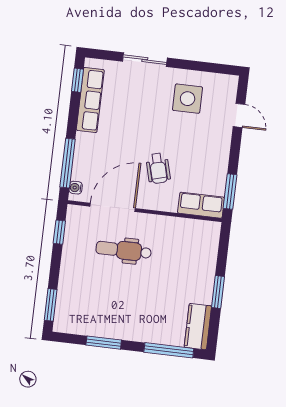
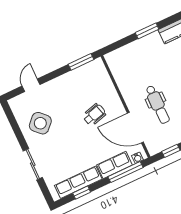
window: (77, 80) -> (82, 193), moved
side table: (188, 99) -> (40, 123), turned 45
row of seats: (201, 205) -> (115, 165), moved, turned 90

